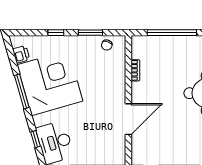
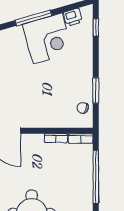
window: (56, 33) -> (96, 27), moved
bookcase: (136, 47) -> (81, 139), added
corner desk: (50, 83) -> (48, 38), width x0.74, depth x0.74

